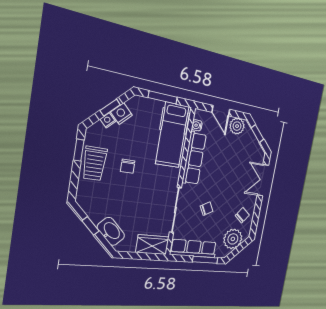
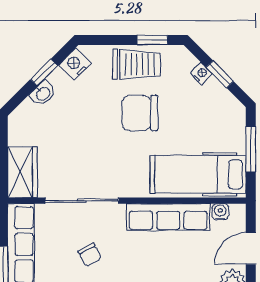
nightstand: (121, 114) -> (75, 64), moved, turned -90
trolley: (94, 164) -> (137, 64), turned 180
chair: (128, 166) -> (140, 113), width x1.87, depth x1.87
washbasin: (111, 231) -> (43, 93), width x0.52, depth x0.69

